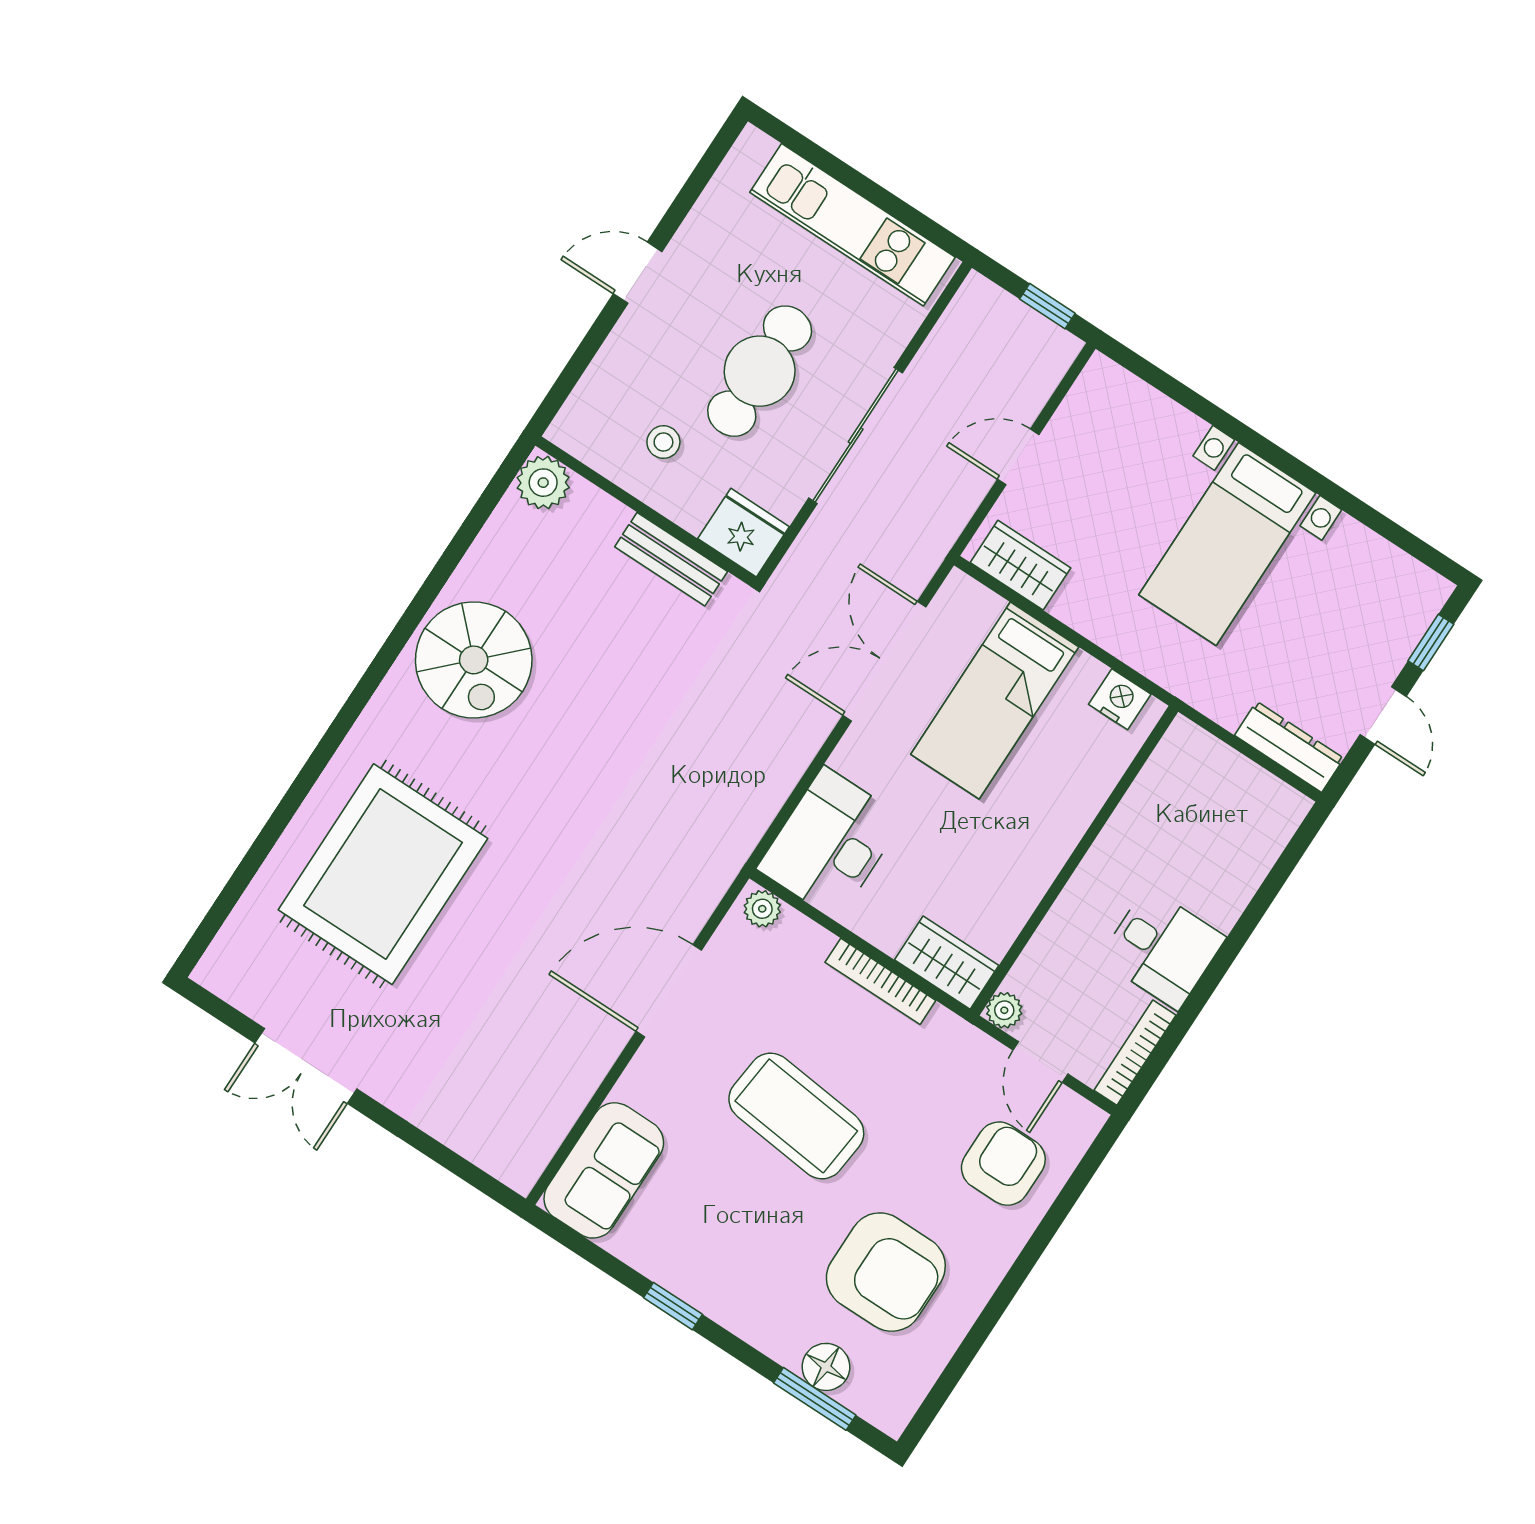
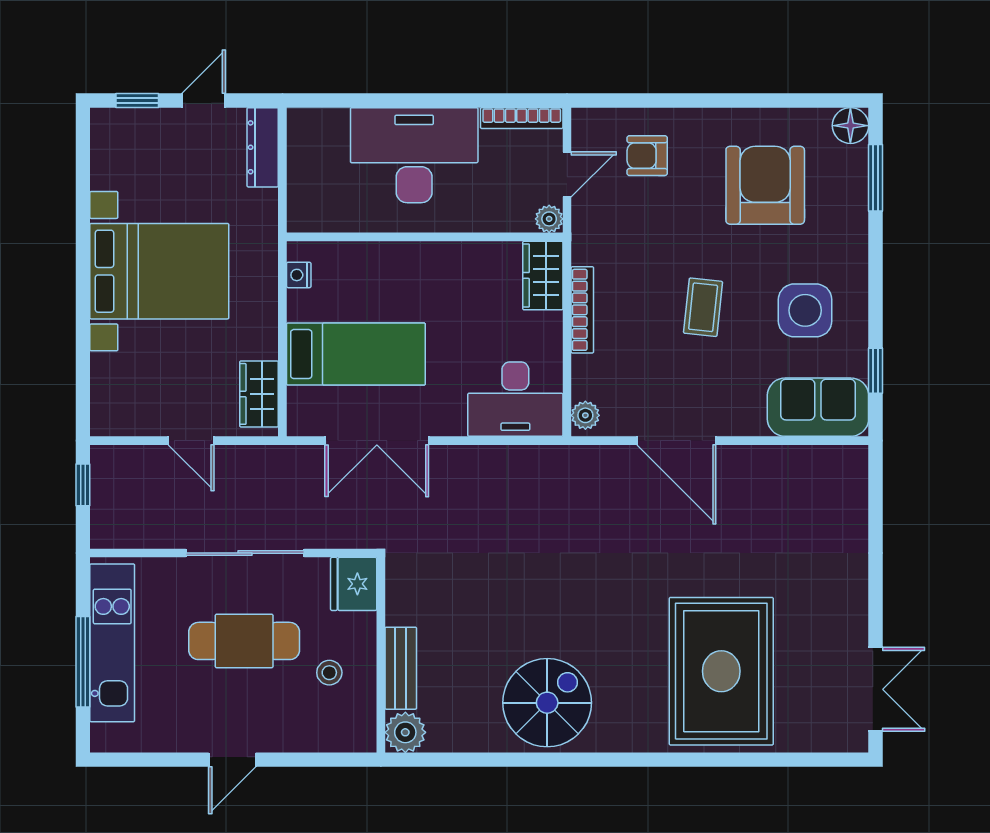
window: (853, 179) -> (83, 662), added
door: (638, 273) -> (232, 760), hinge flipped
bed with nightstands: (1227, 544) -> (159, 271), width x1.36
bench: (671, 559) -> (401, 668), moved
nightstand: (1120, 699) -> (299, 275), width x0.72, depth x0.74
rug: (383, 874) -> (721, 671), turned 90
desk: (1162, 948) -> (414, 155), width x1.87, depth x1.30
double door: (306, 1066) -> (876, 689), moved
coffee table: (796, 1116) -> (703, 307), width x0.54, depth x0.58
armchair: (1003, 1164) -> (647, 156), width x0.72, depth x0.72
side table: (719, 1226) -> (805, 310), added
window: (673, 1306) -> (876, 371), moved
floor lamp: (826, 1367) -> (850, 126), moved

